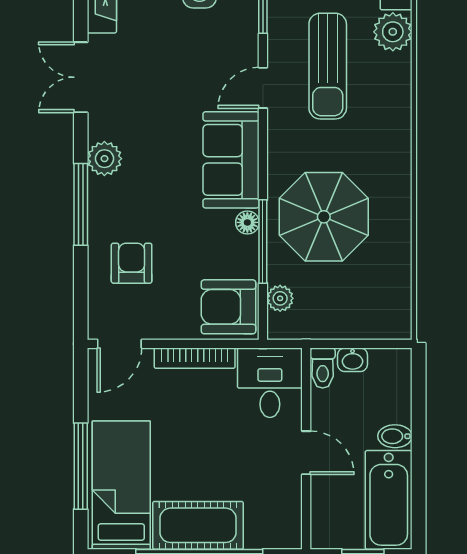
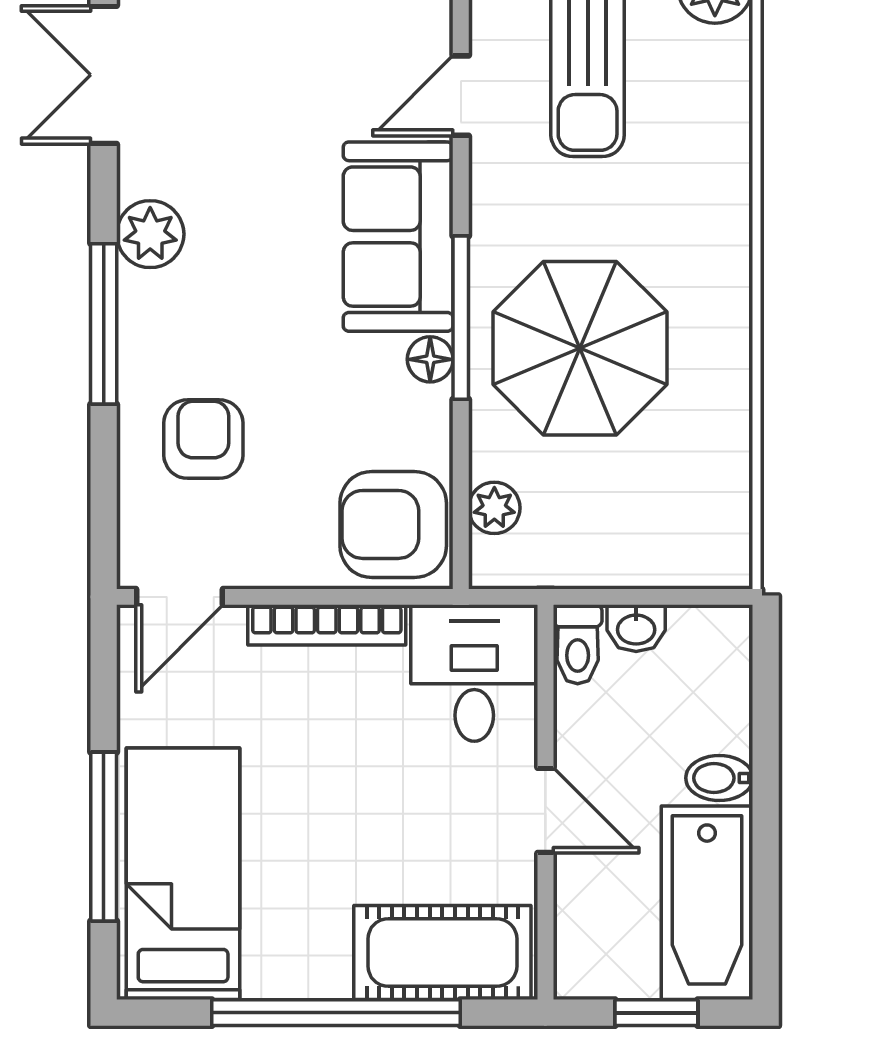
window: (263, 241) -> (461, 318), moved
cot: (198, 525) -> (442, 953), moved

